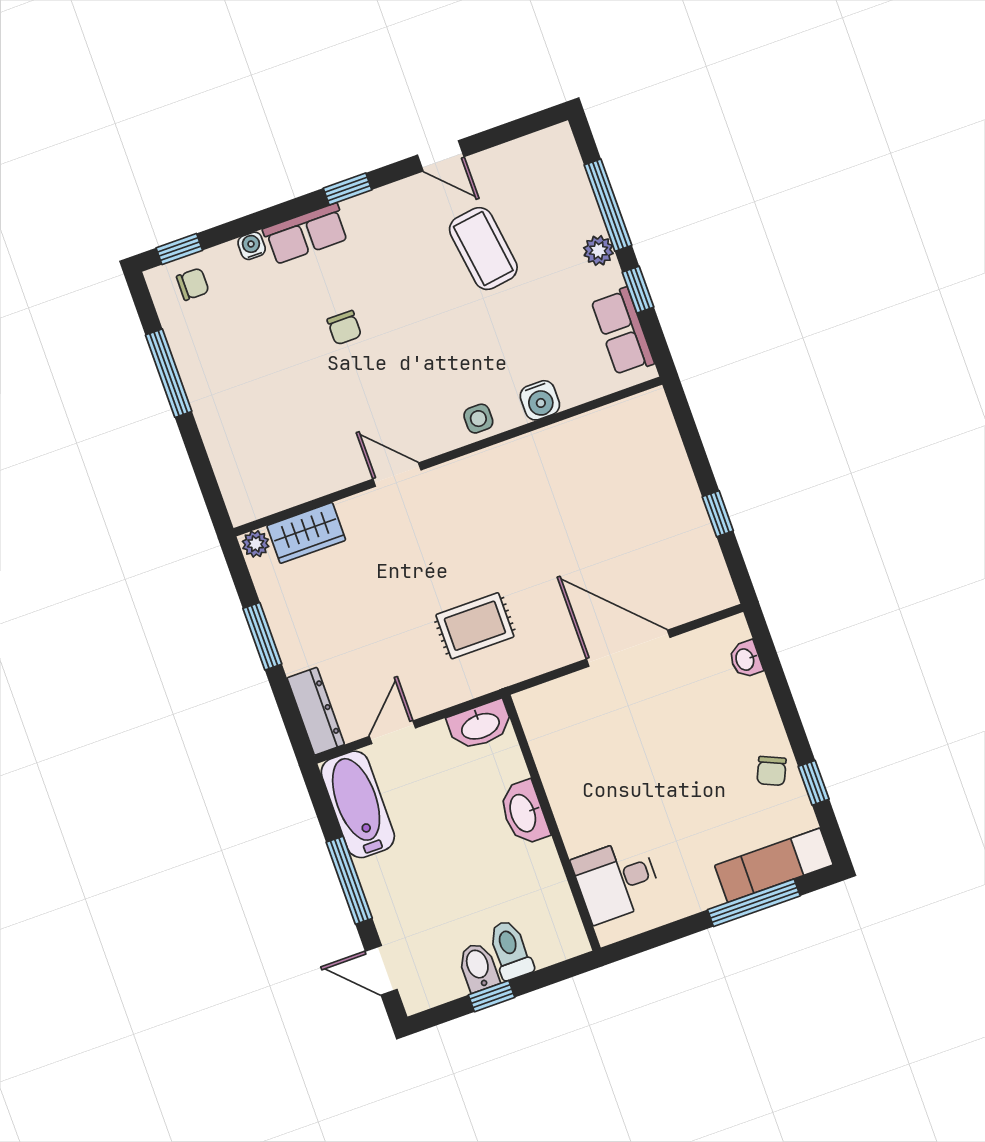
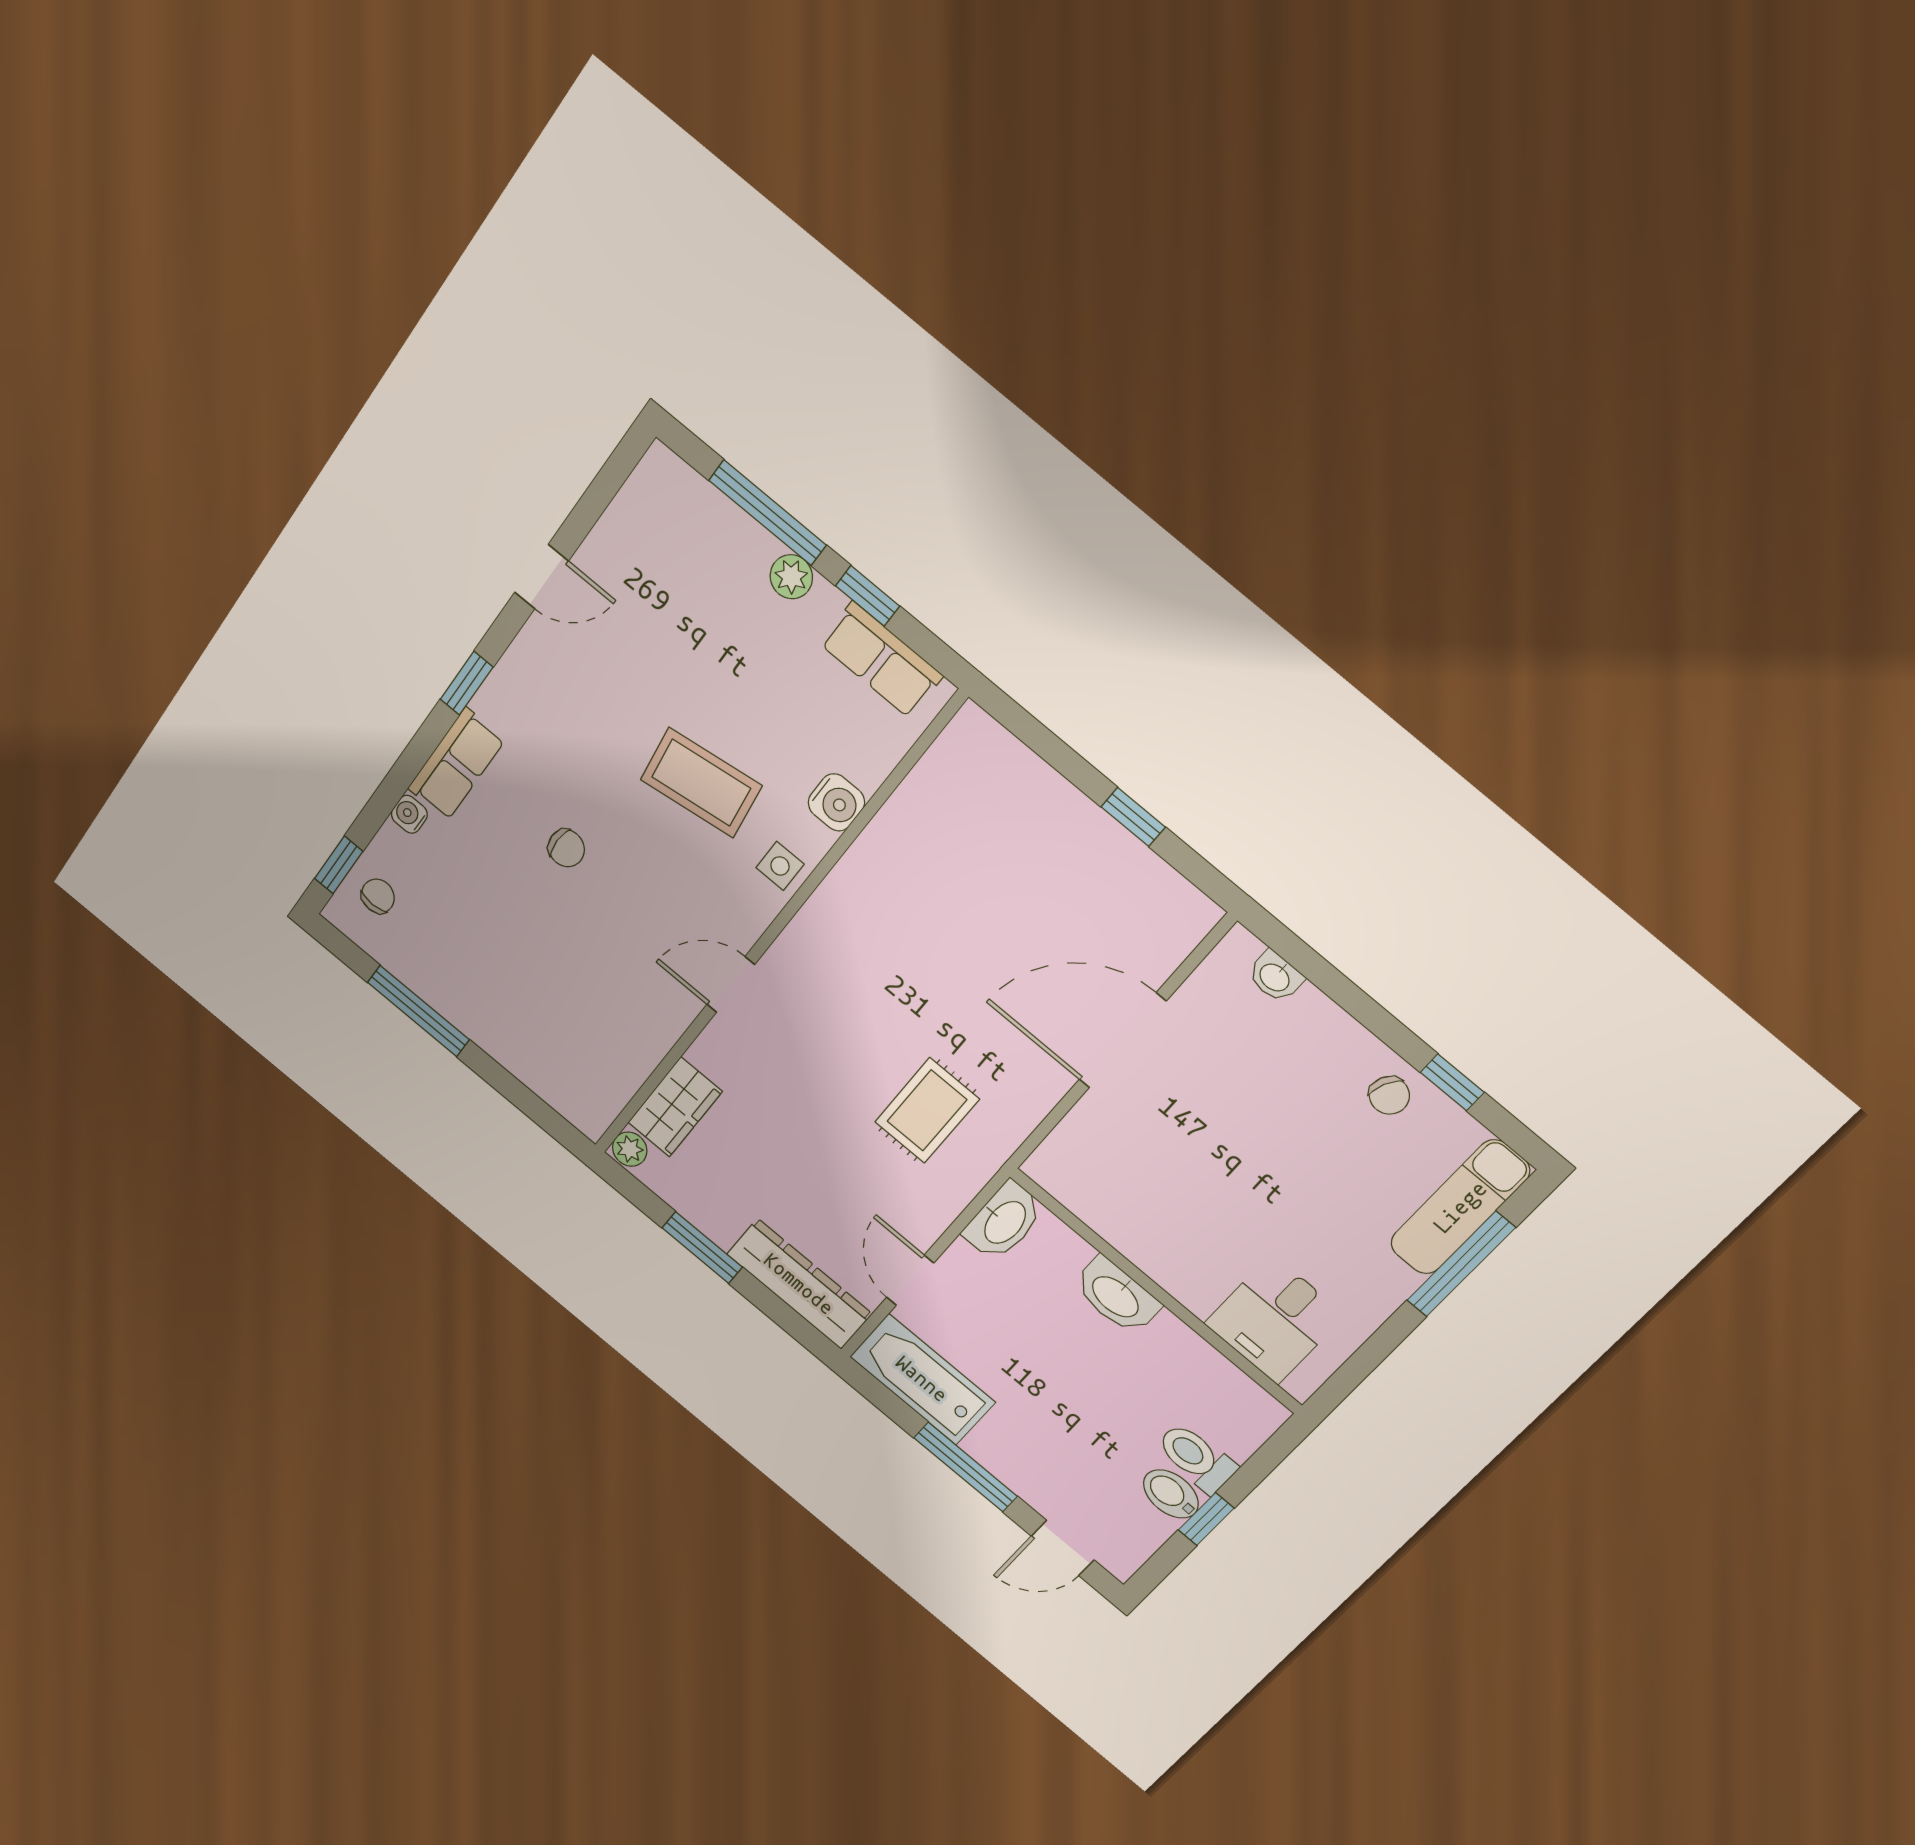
coffee table: (483, 249) -> (701, 783), moved
dresser: (316, 711) -> (799, 1284), width x1.37, depth x1.24

